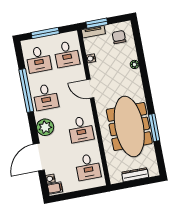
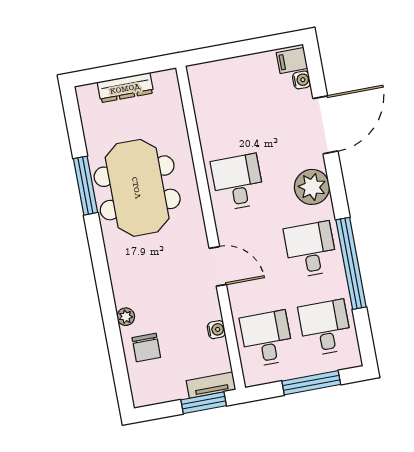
chair: (119, 37) -> (146, 347), moved
meeting table: (129, 126) -> (137, 188), width x0.73
desk: (88, 167) -> (223, 104), removed

